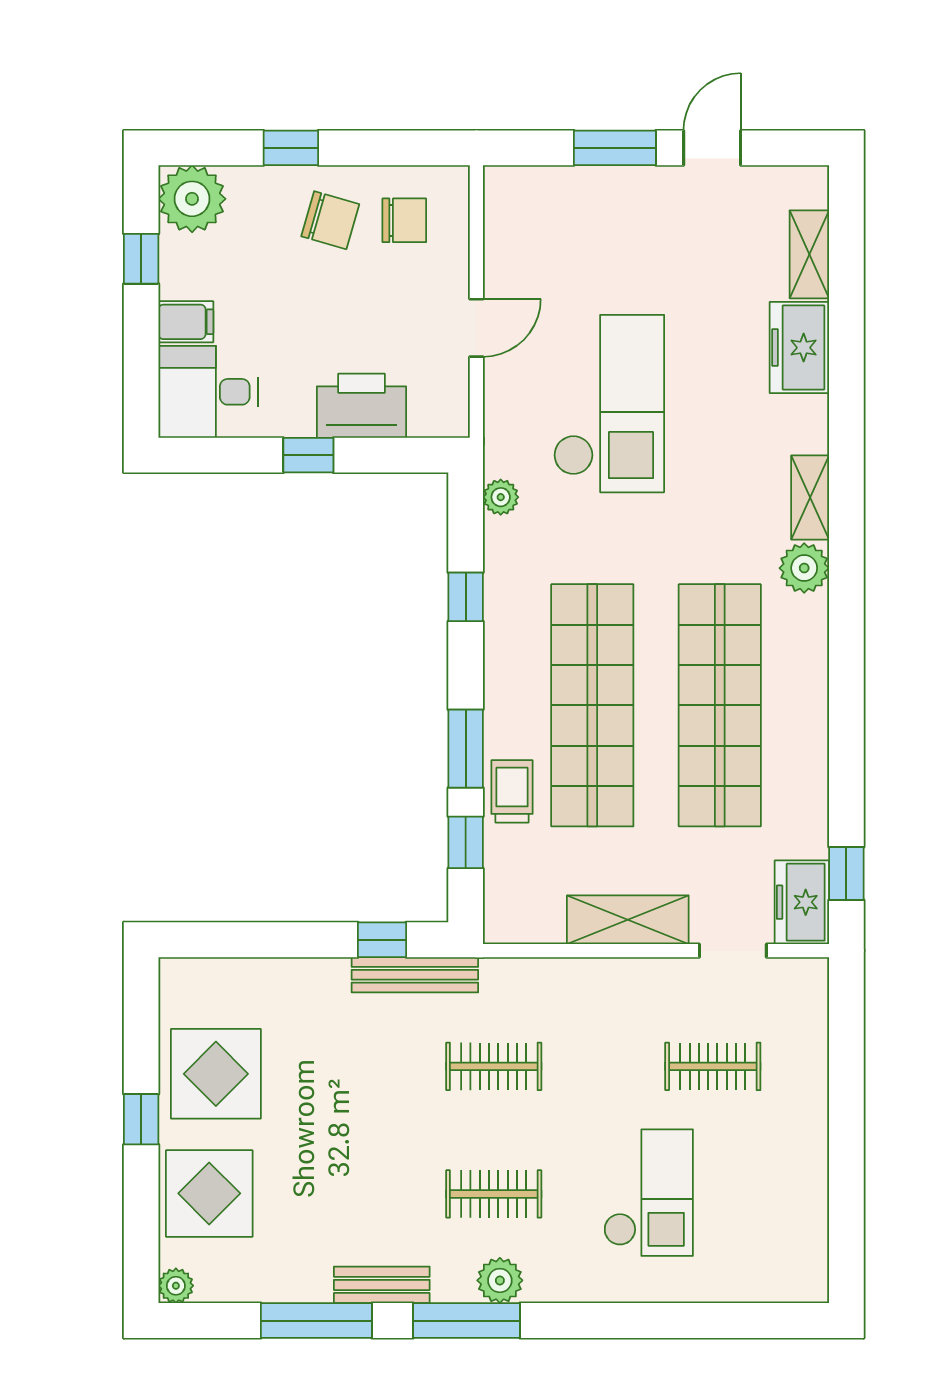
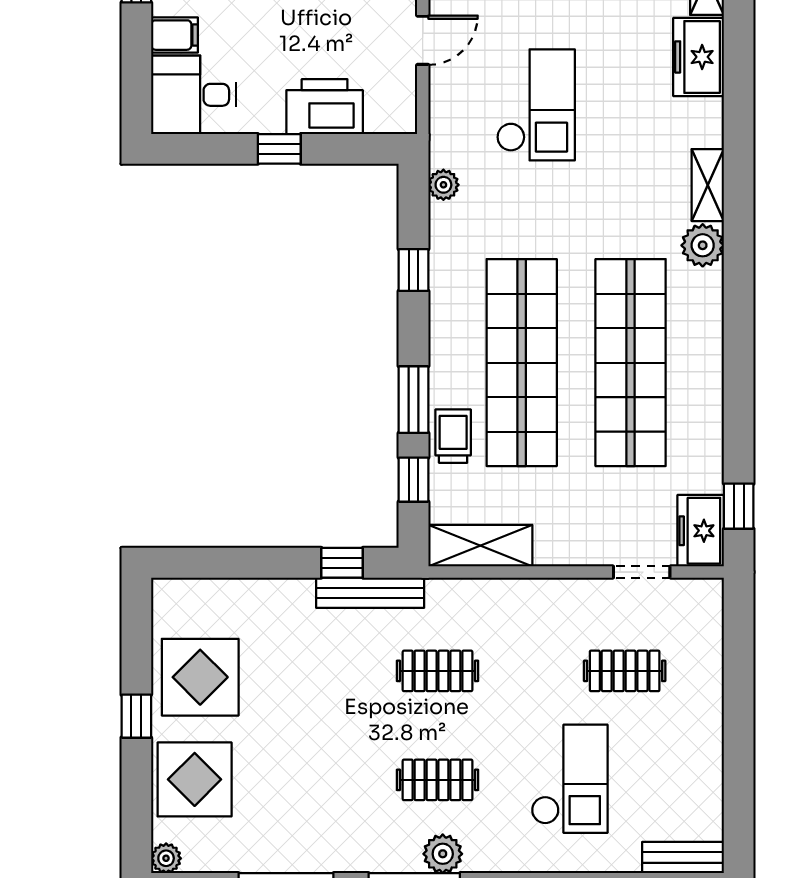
checkout: (609, 404) -> (536, 105), width x0.73, depth x0.83
shelving: (628, 920) -> (480, 546), moved
bench: (382, 1285) -> (683, 858), moved

